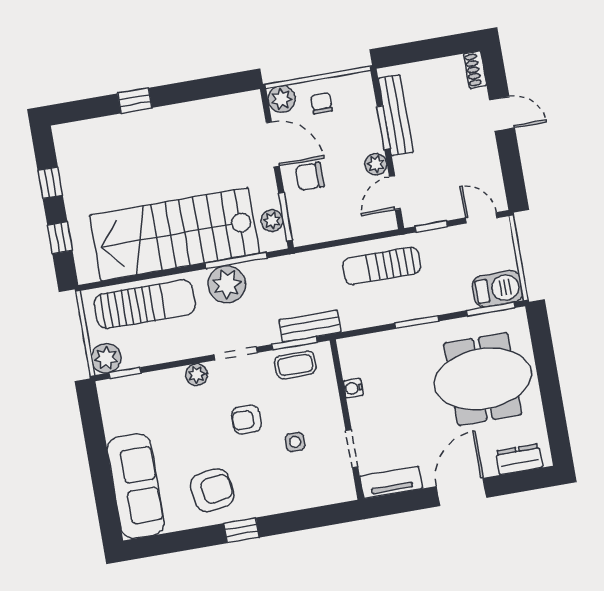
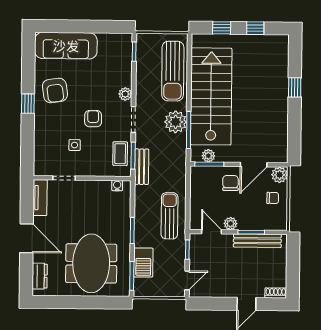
barbecue: (498, 289) -> (143, 262), moved
plant: (106, 358) -> (145, 42), removed
water cooler: (353, 388) -> (117, 186), moved

